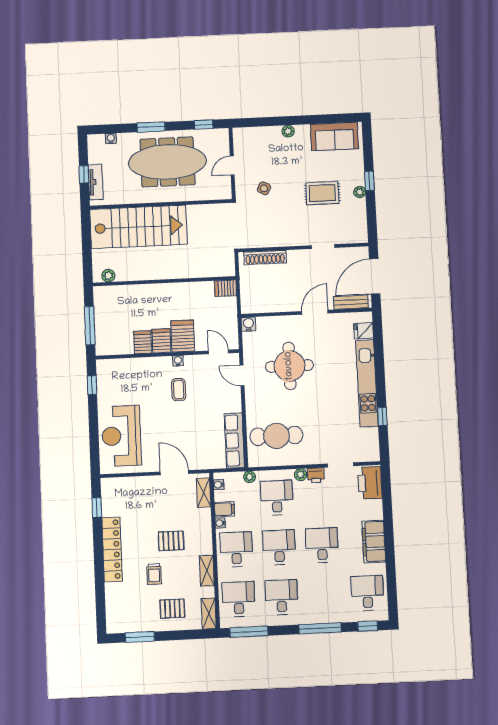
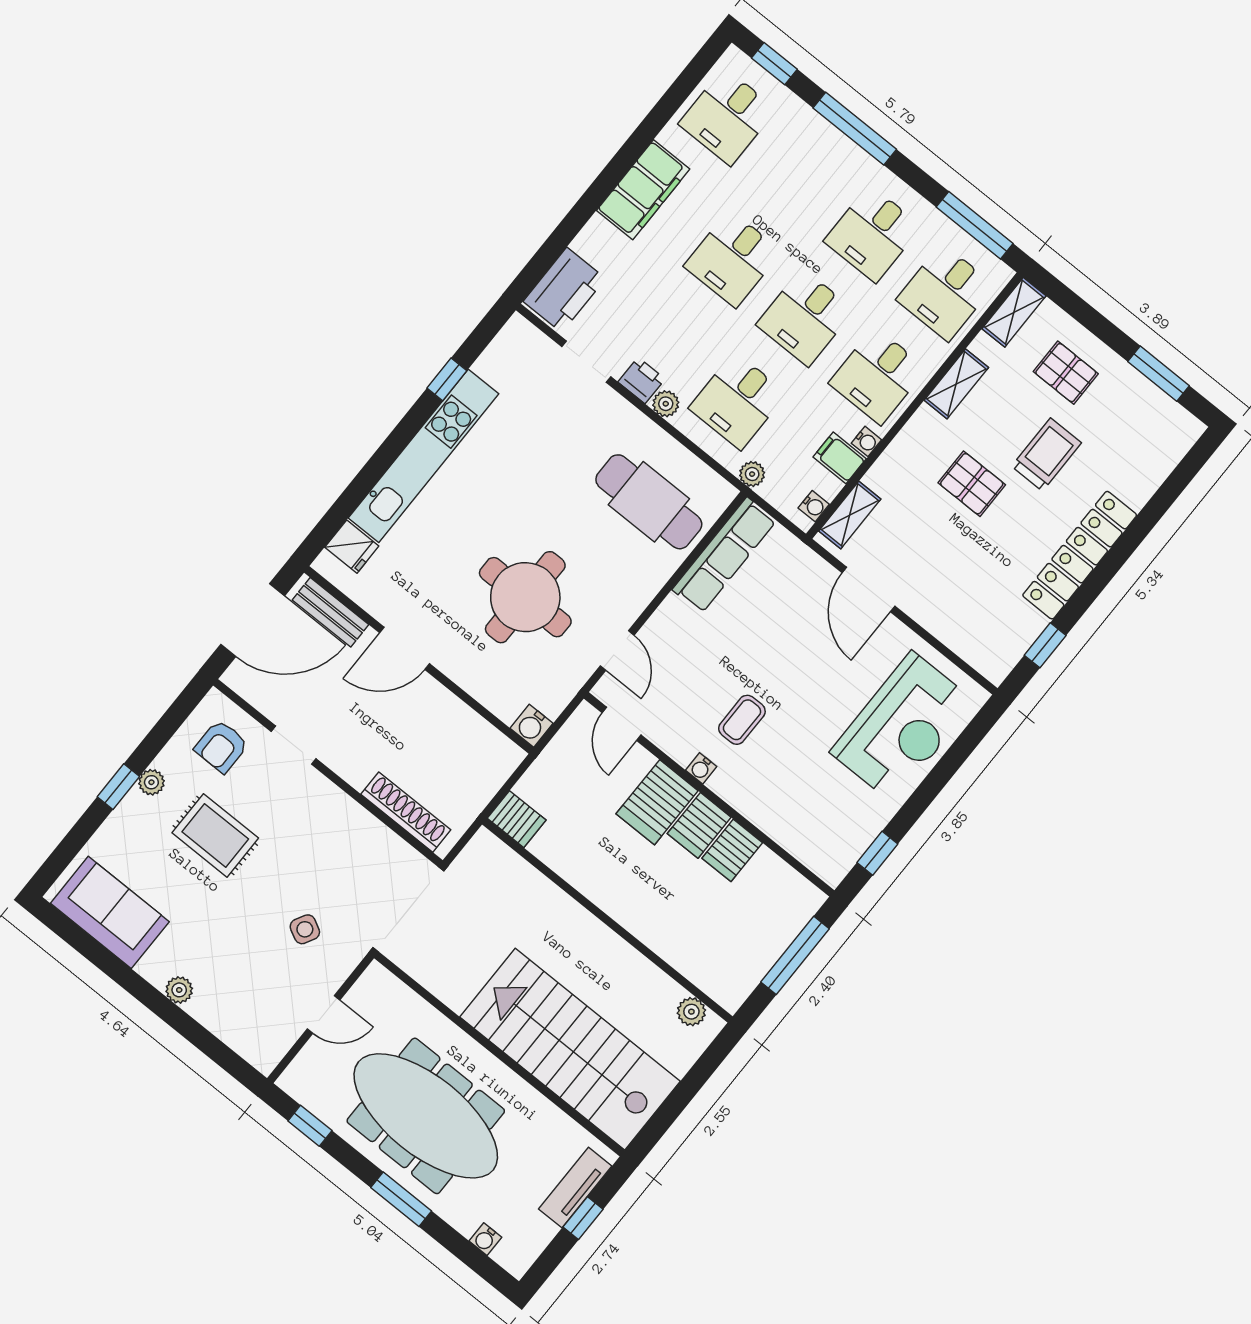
armchair: (347, 225) -> (221, 746), added
trolley: (154, 574) -> (1046, 455), width x1.36, depth x1.39

